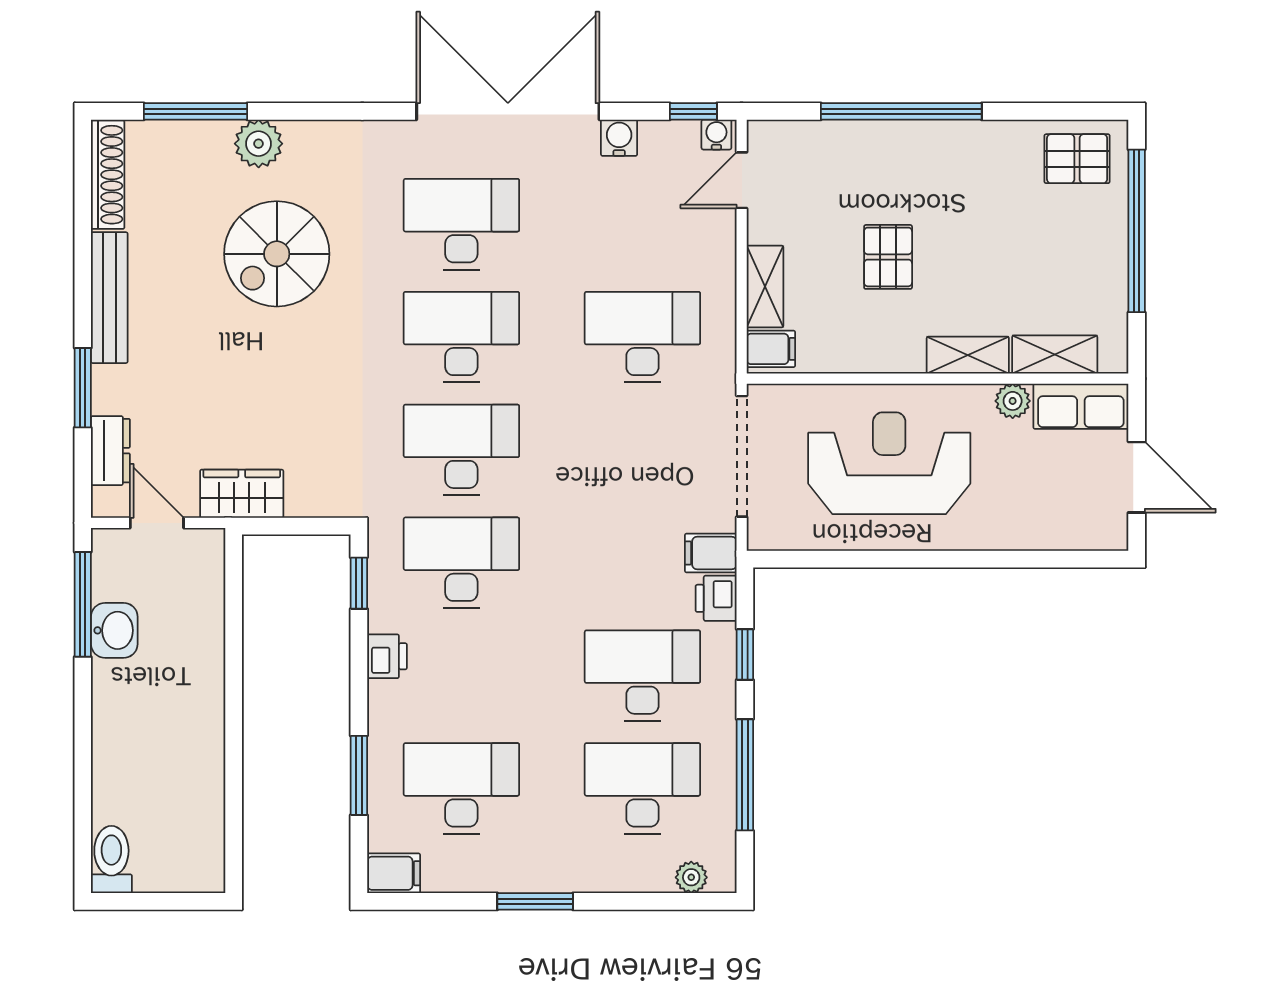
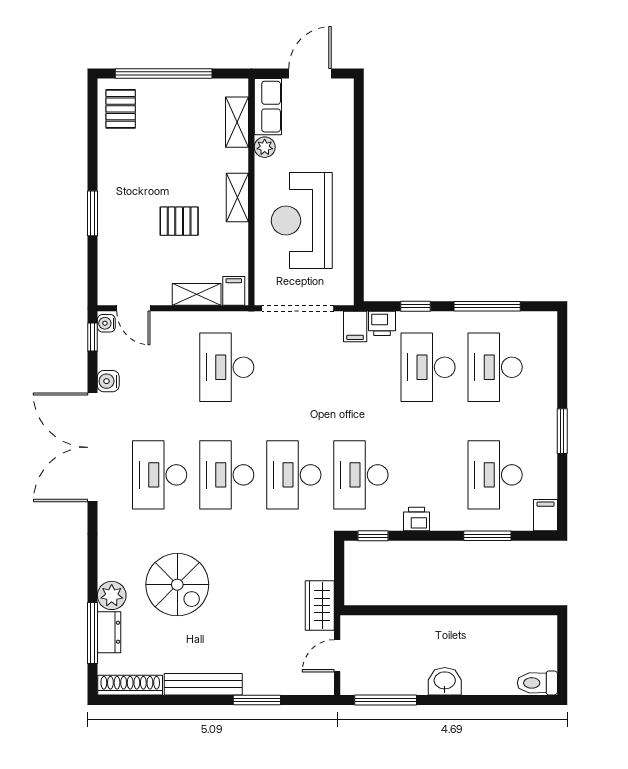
window: (901, 111) -> (93, 213), width x0.47
shelving: (968, 355) -> (237, 197), moved
dresser: (110, 451) -> (109, 632), moved, turned 90
washbasin: (114, 630) -> (445, 681), moved
plant: (691, 877) -> (548, 338), removed

